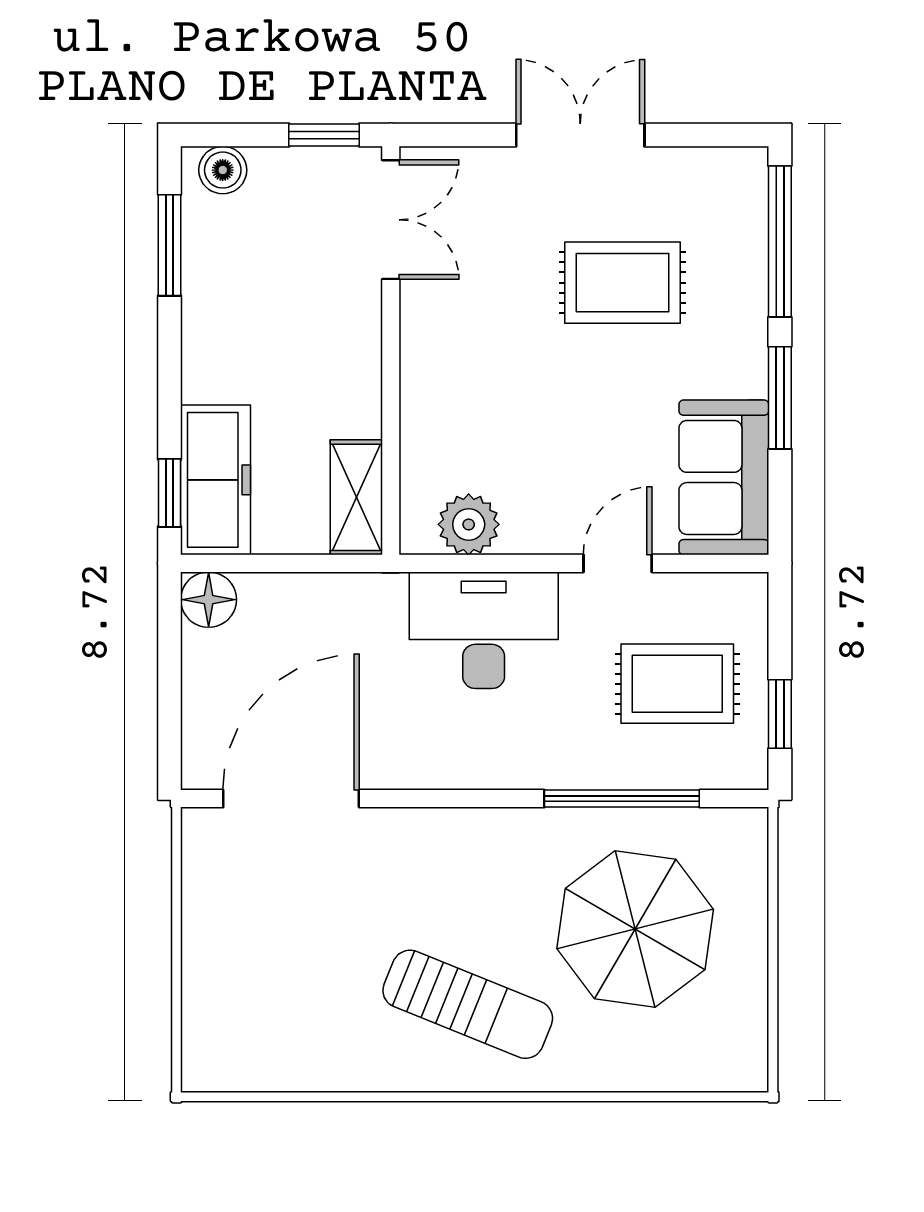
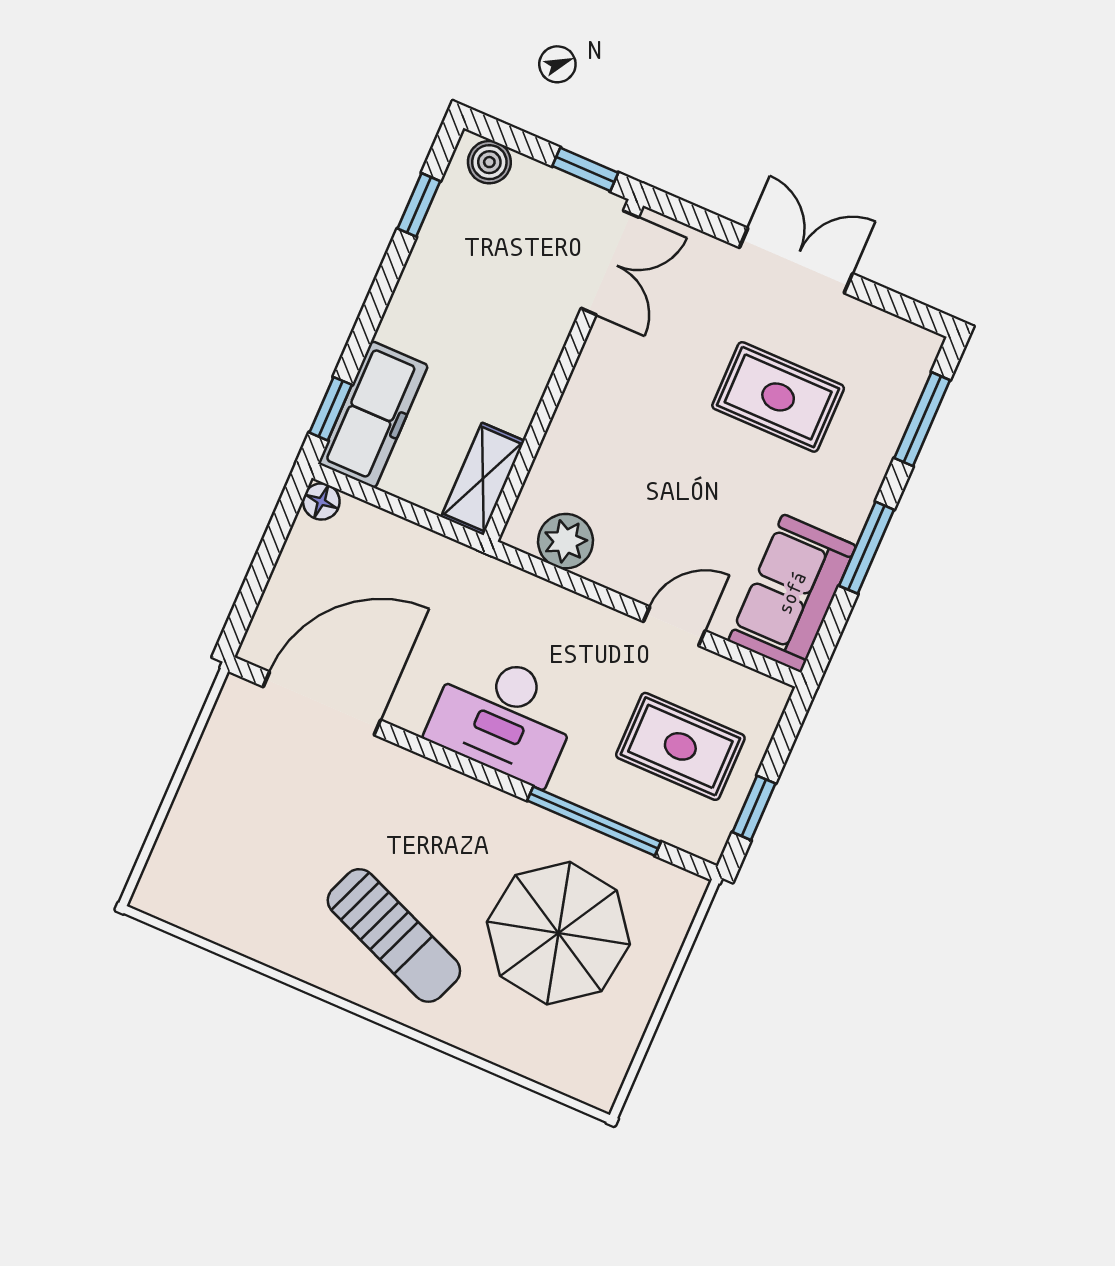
window: (780, 241) -> (922, 419), width x0.69
window: (170, 245) -> (419, 205), width x0.67
floor lamp: (209, 600) -> (321, 502), width x0.73, depth x0.73
desk: (484, 630) -> (503, 717), moved, turned 180

